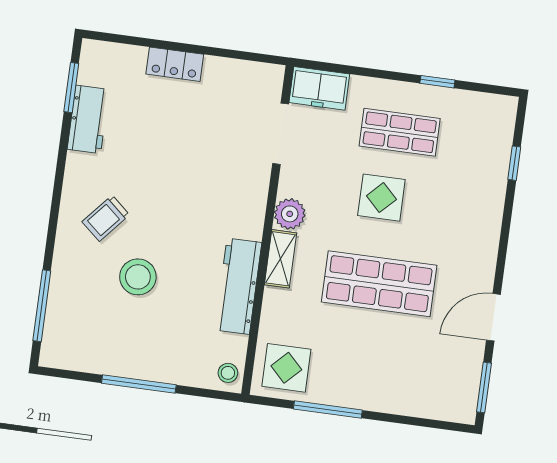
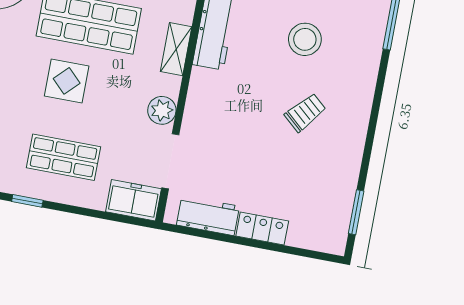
workbench: (88, 119) -> (208, 216), moved, turned 90
display table: (381, 198) -> (67, 81), moved
plant: (290, 214) -> (162, 110), moved
trolley: (106, 218) -> (305, 113), moved

